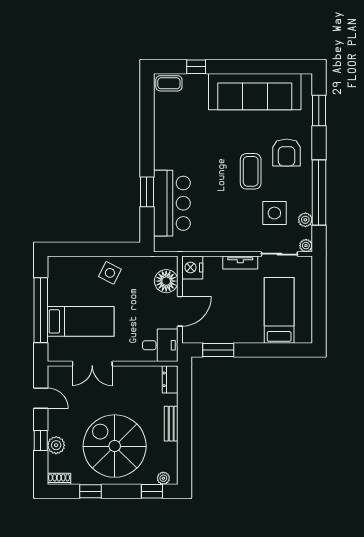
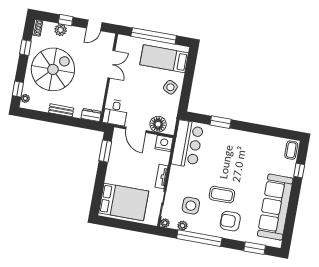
bar counter: (172, 203) -> (188, 144), moved, turned -90
bed: (279, 310) -> (124, 202), width x1.50
bed: (81, 321) -> (164, 59), moved, turned 90
double door: (92, 364) -> (111, 64), swing flipped

